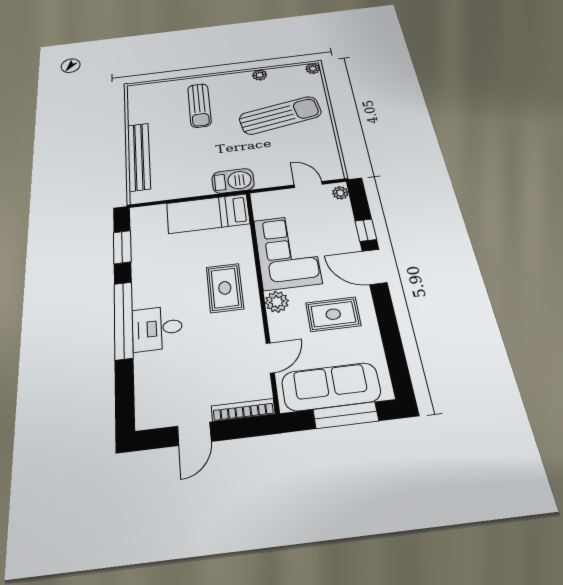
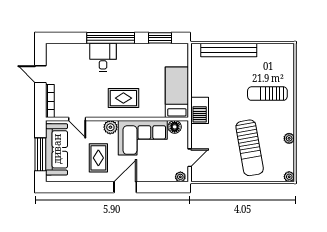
floor lamp: (263, 210) -> (175, 127), added
window: (366, 230) -> (151, 187), removed

